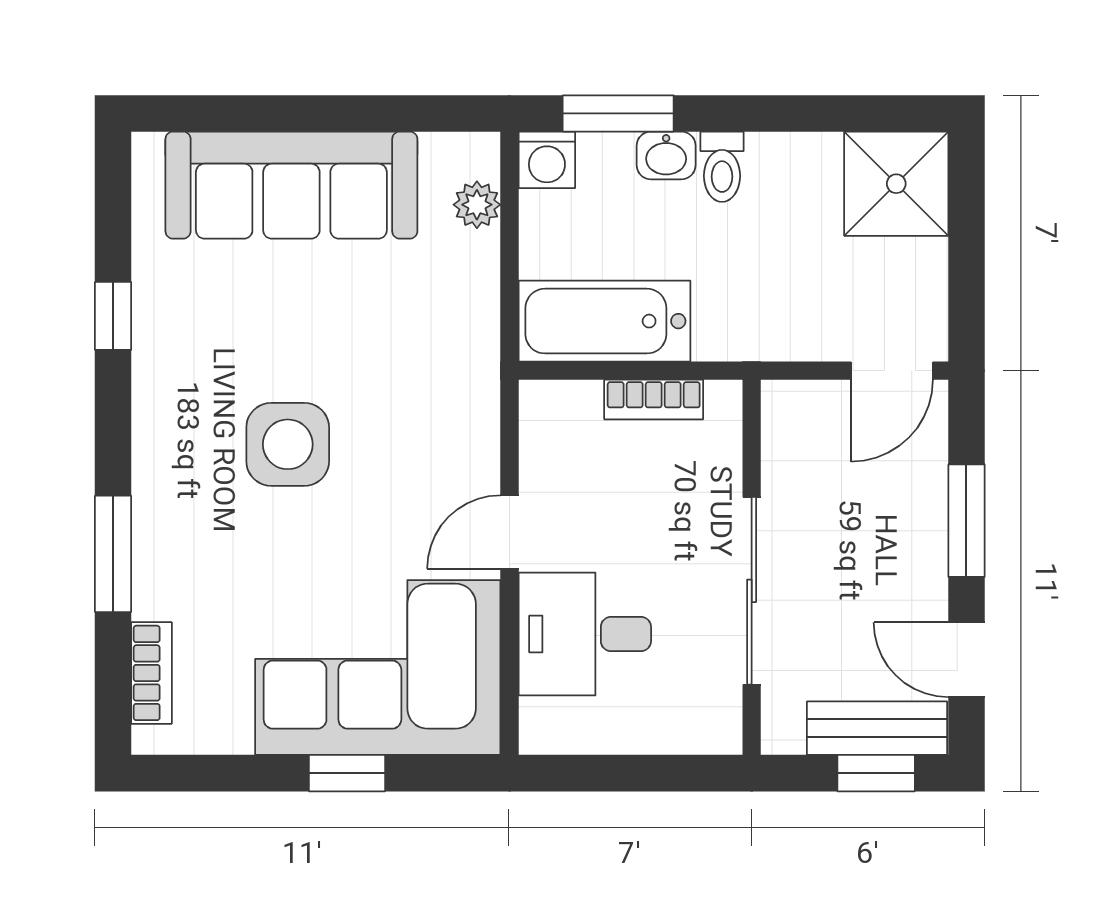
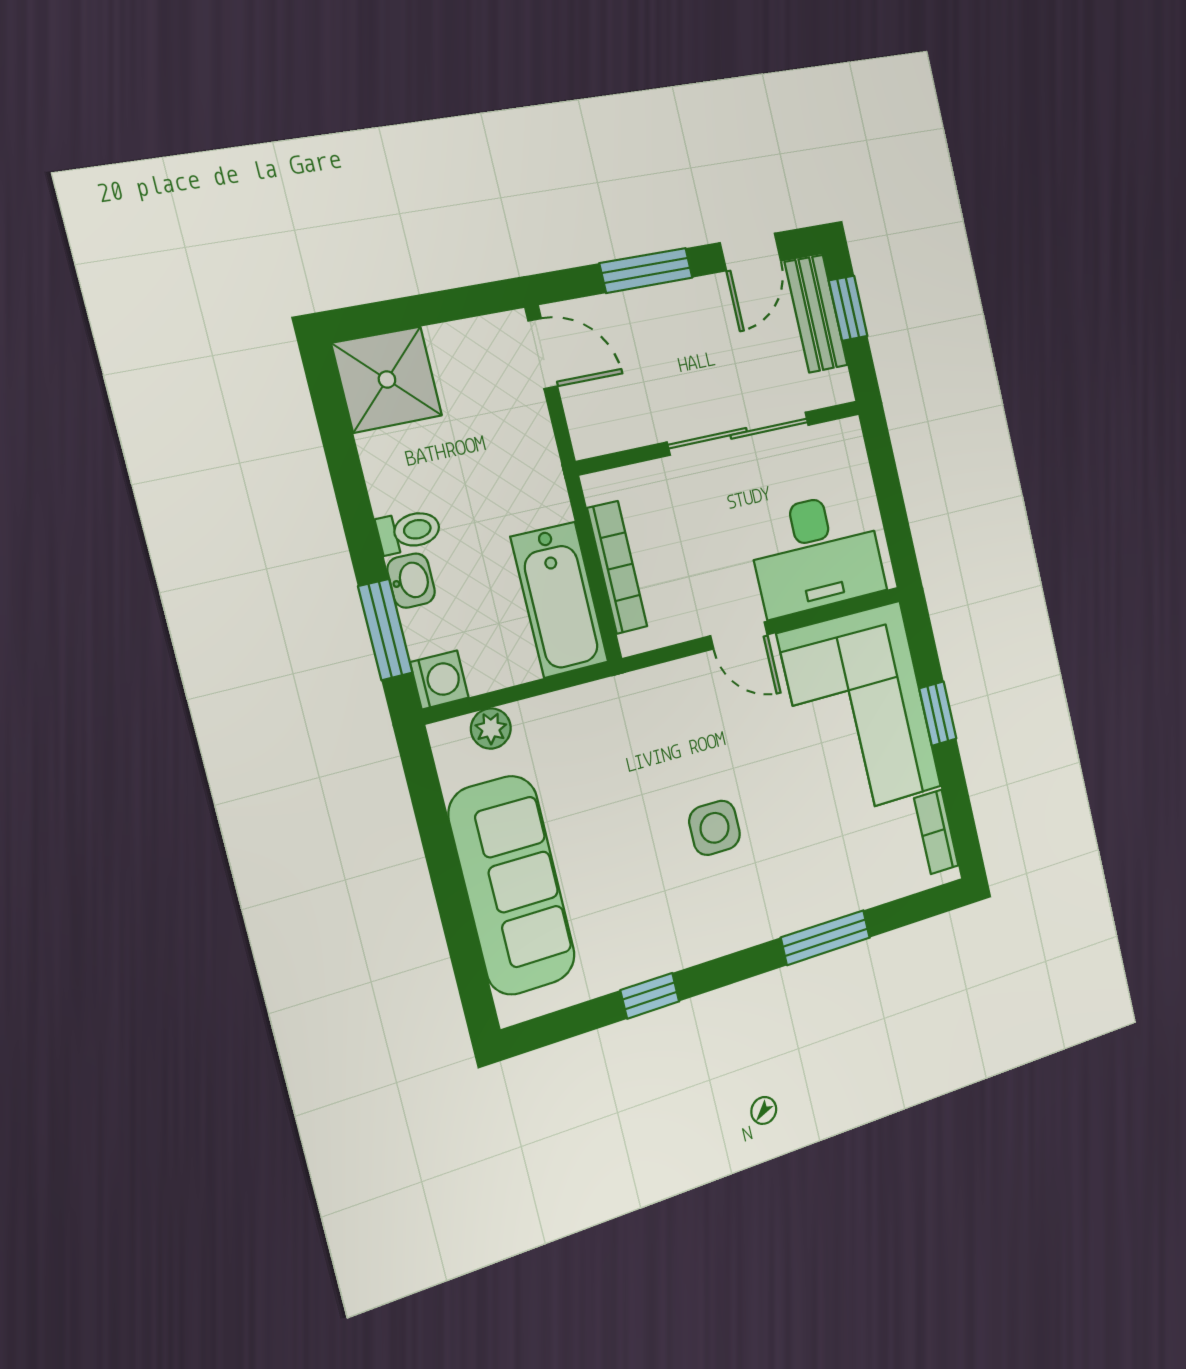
bookcase: (654, 400) -> (617, 567), width x1.56
side table: (288, 444) -> (715, 828), width x0.73, depth x0.73
desk: (585, 634) -> (816, 553), width x1.37
bookcase: (152, 673) -> (936, 832), moved, turned -90

